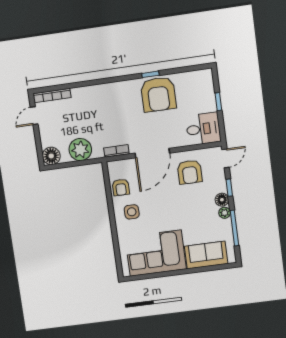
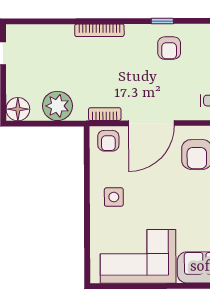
armchair: (158, 94) -> (169, 48), width x0.53, depth x0.53
bookcase: (52, 96) -> (99, 30), moved
armchair: (121, 187) -> (108, 141), moved

